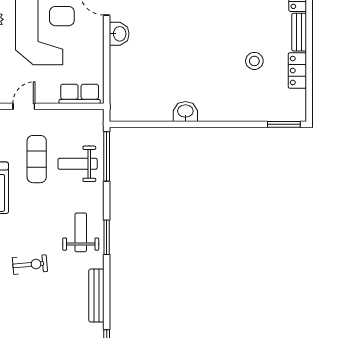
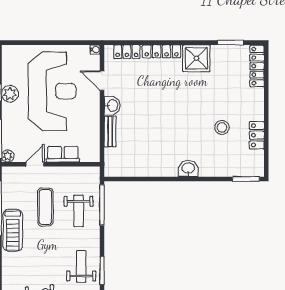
bench: (299, 32) -> (110, 132), moved
row of seats: (80, 94) -> (63, 154), moved
washbasin: (185, 112) -> (188, 169), moved
weight bench: (78, 164) -> (79, 211), turned -90

